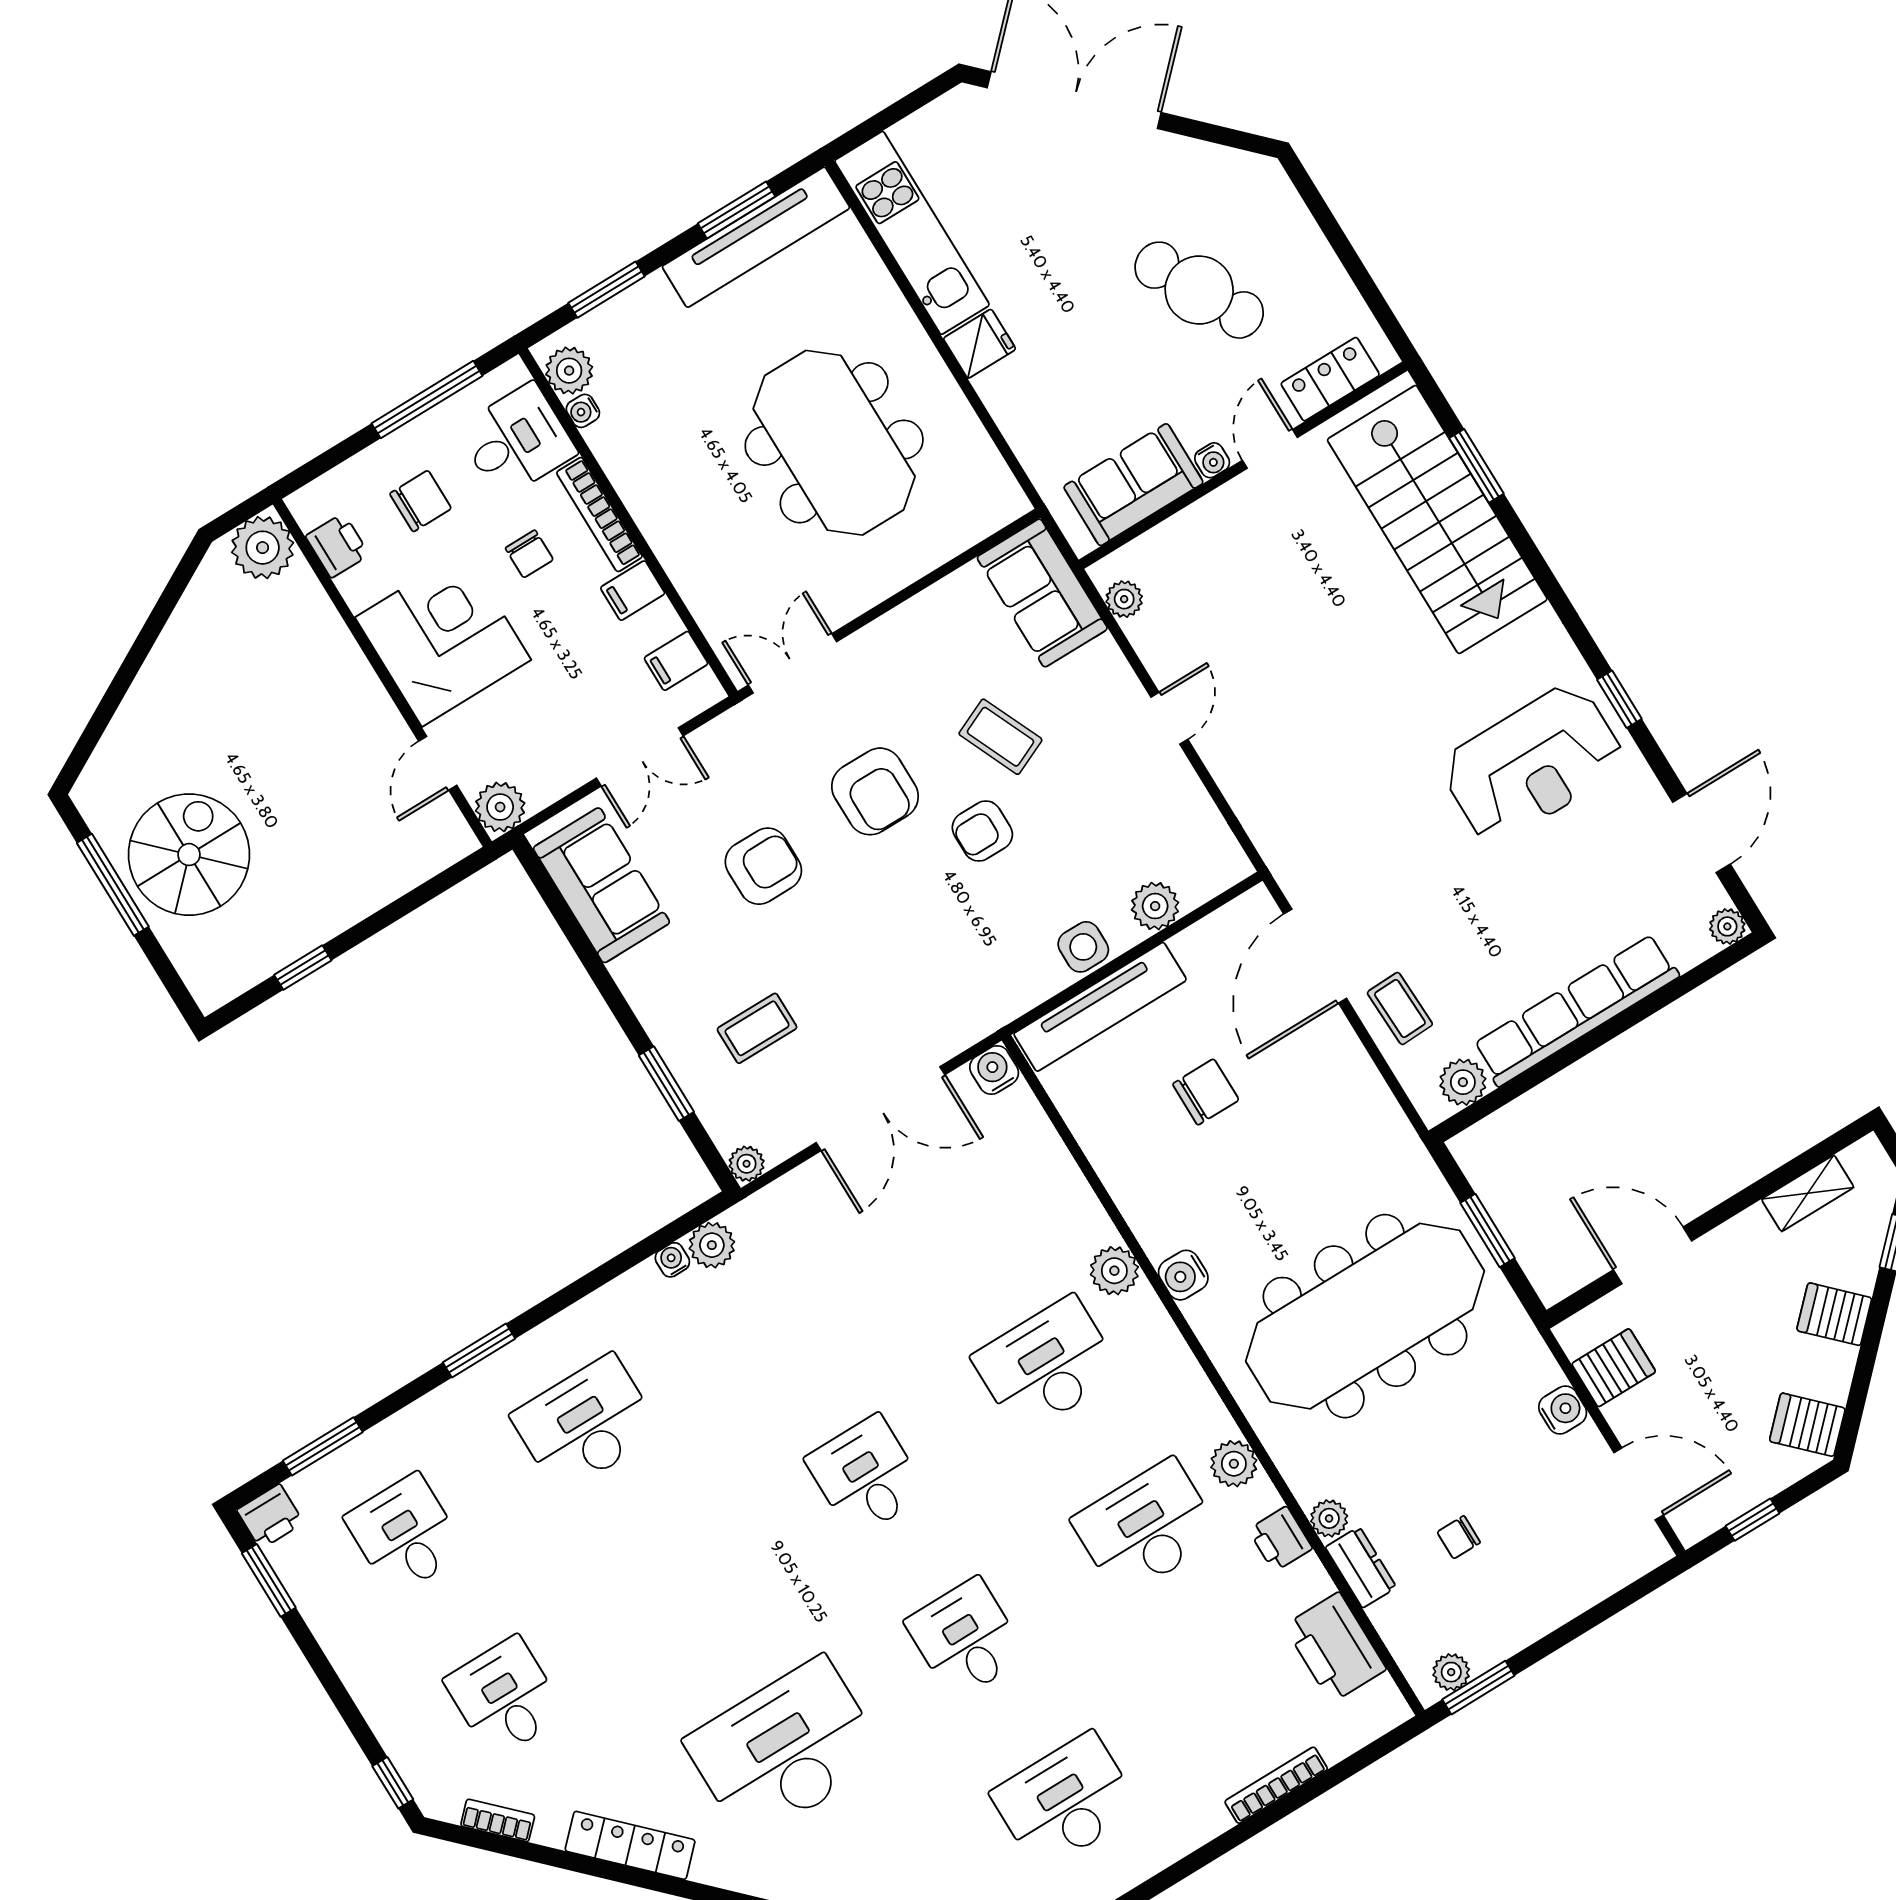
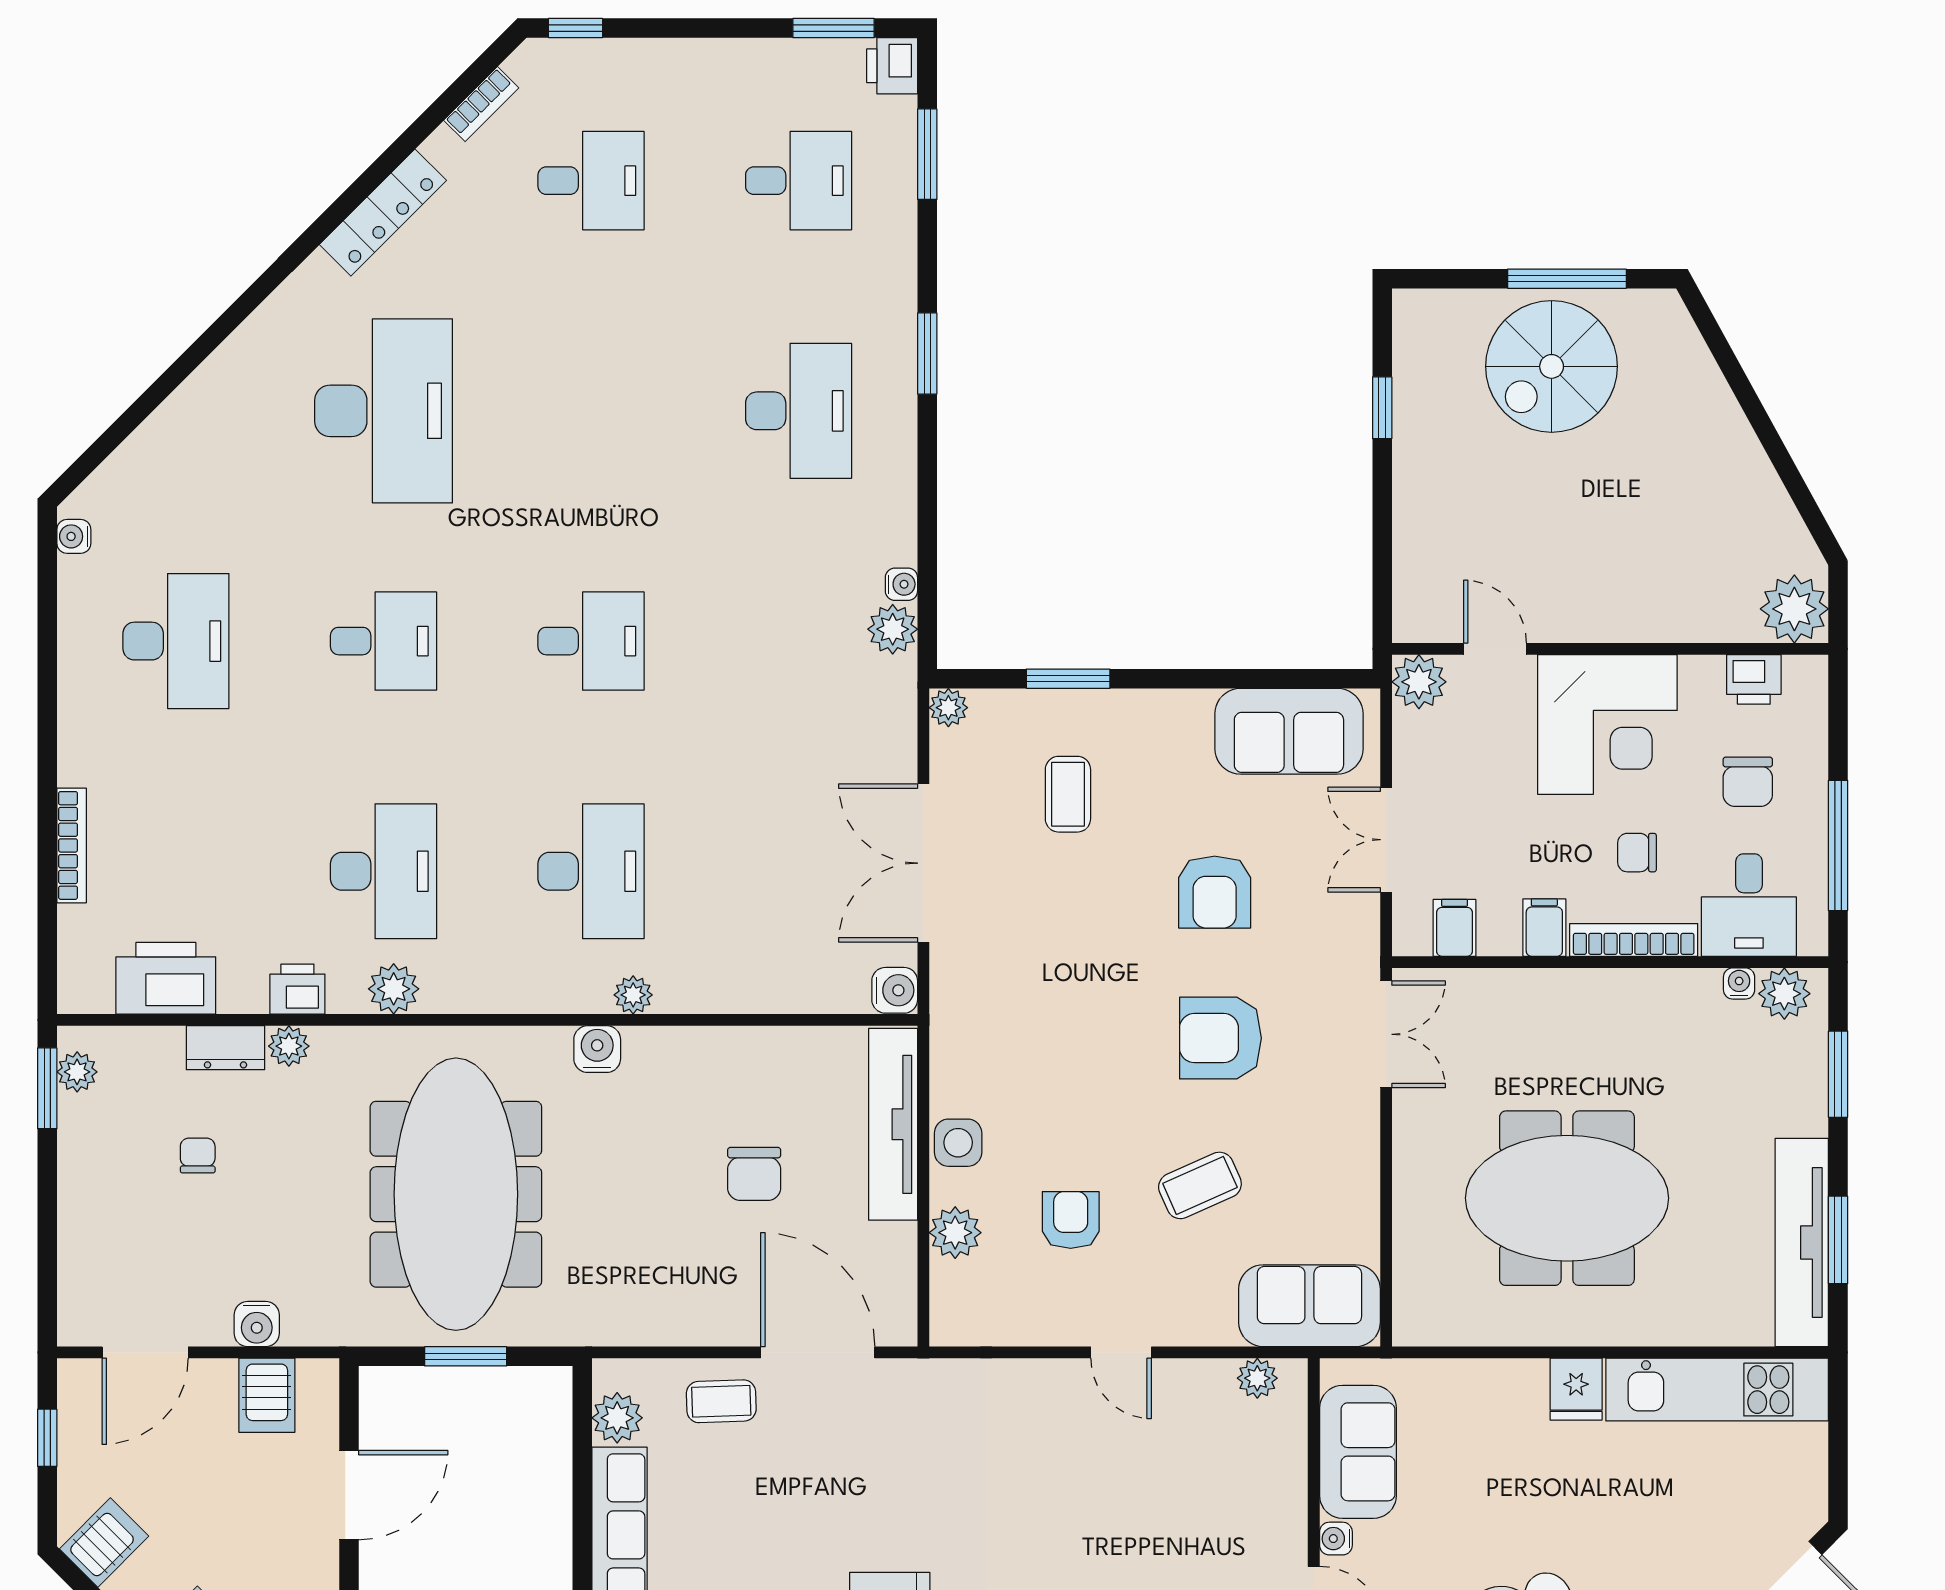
armchair: (982, 831) -> (1071, 1220), moved
spiral stairs: (189, 855) -> (1552, 366), turned 90
plant: (1114, 1271) -> (633, 995), width x0.73, depth x0.73

